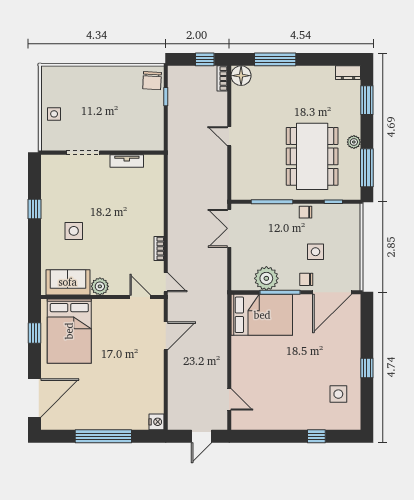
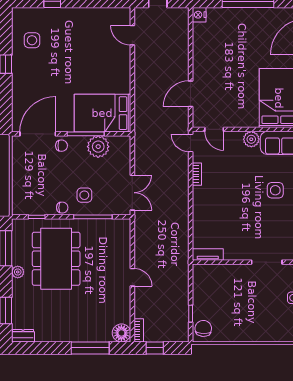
tv unit: (127, 161) -> (208, 255), moved
side table: (316, 252) -> (84, 195), moved

